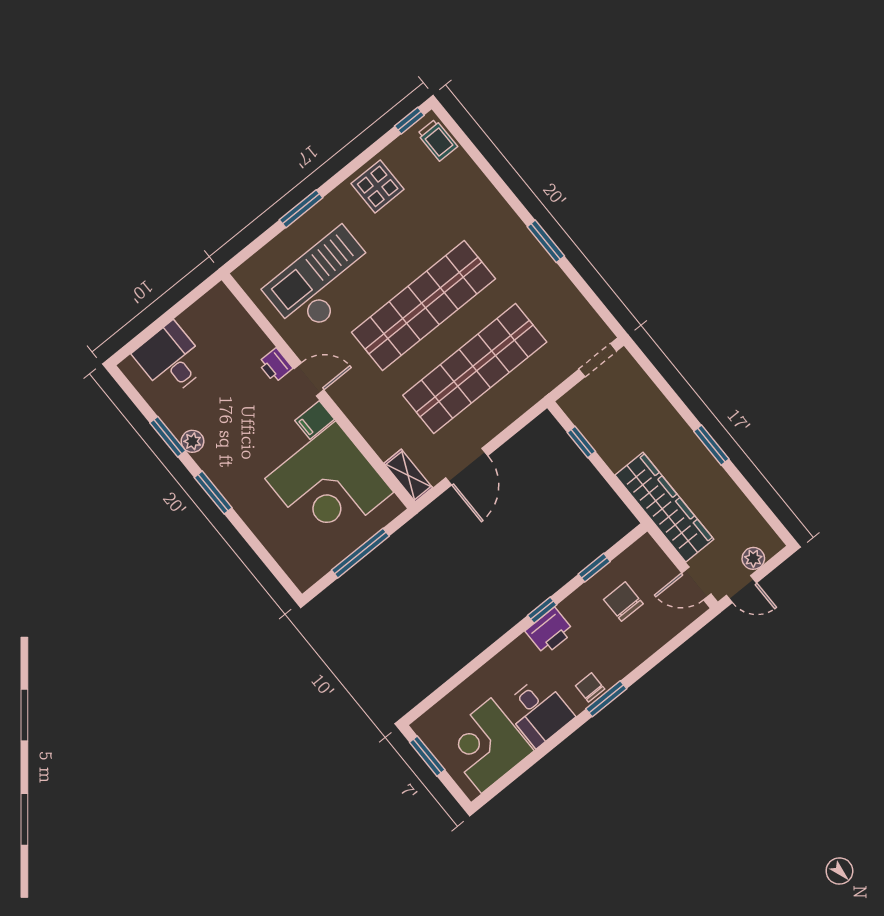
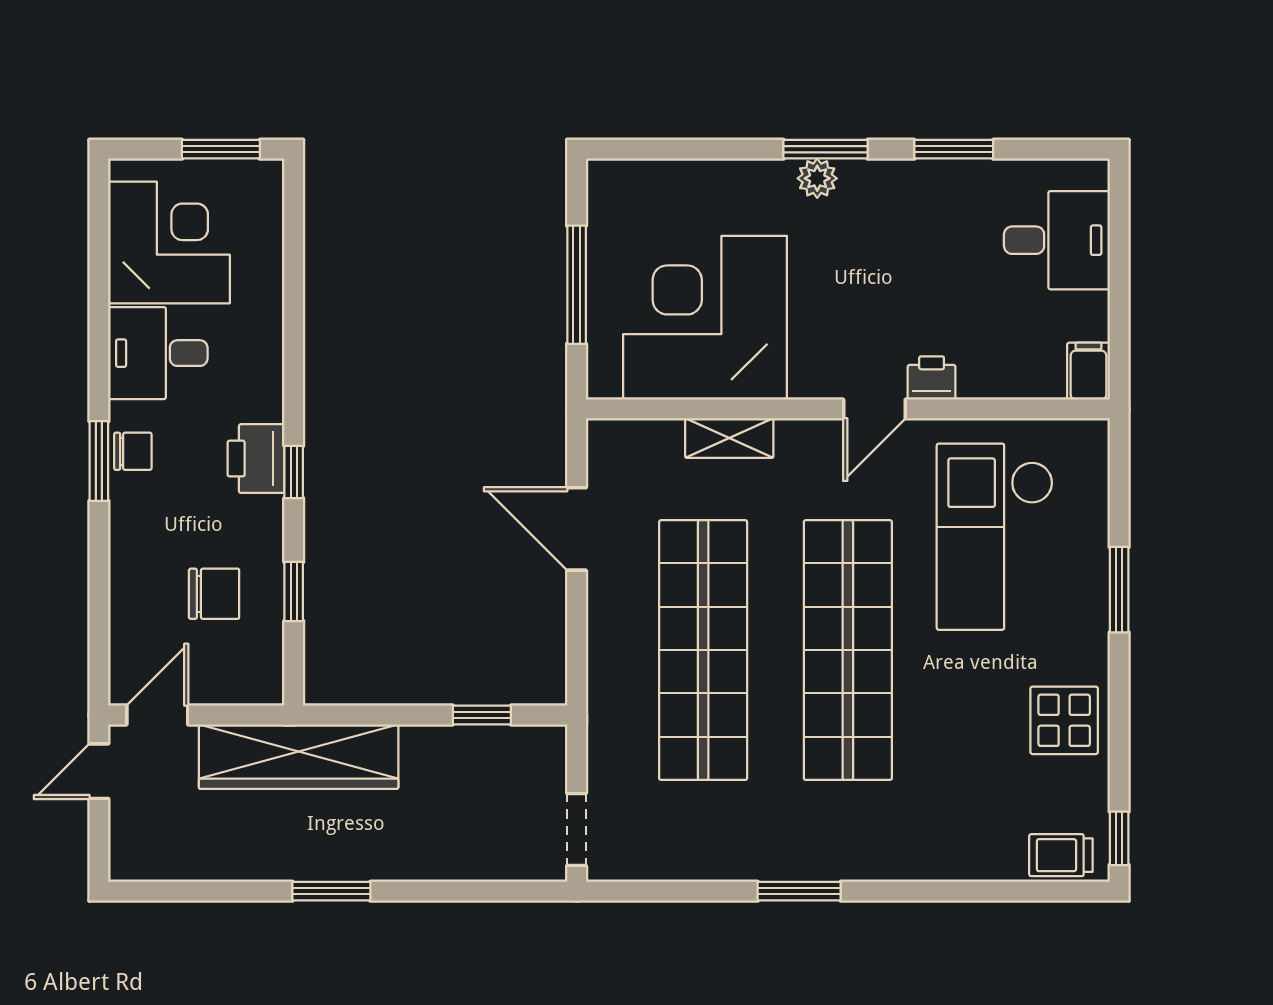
checkout: (322, 282) -> (995, 537), turned 180
filing cabinet: (315, 420) -> (1088, 371), moved
plant: (192, 441) -> (817, 178), moved
shelving: (408, 476) -> (729, 438), moved
plant: (753, 558) -> (128, 822), removed

